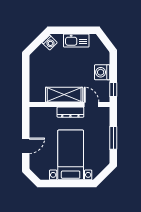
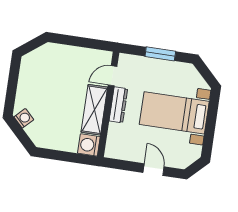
kitchen sink: (76, 41) -> (26, 83), removed
washing machine: (102, 72) -> (89, 145), moved, turned 90
window: (113, 89) -> (97, 44), removed

